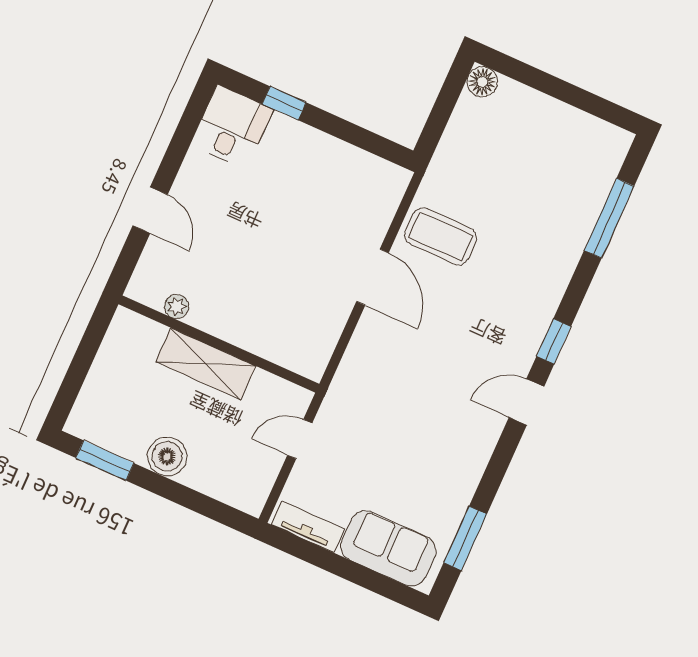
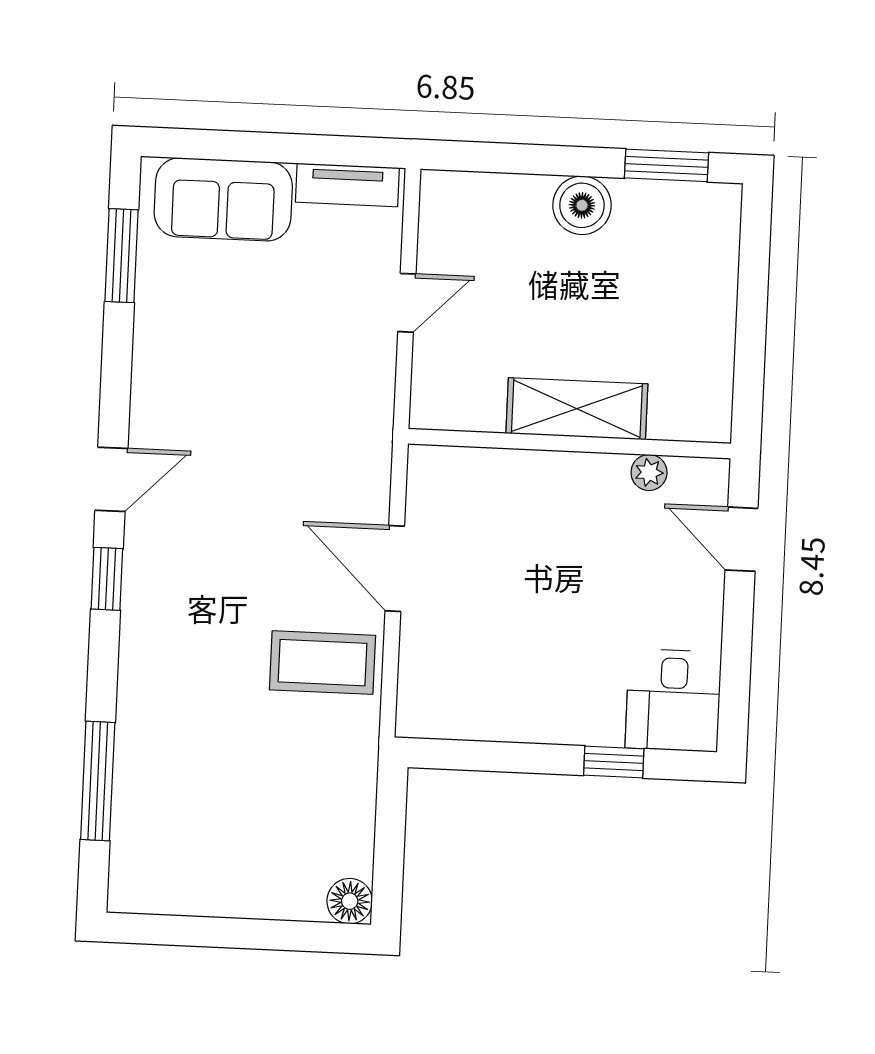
plant: (177, 307) -> (649, 472), moved
wall: (219, 344) -> (569, 444), moved
shelving: (206, 364) -> (577, 409), moved

